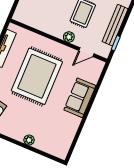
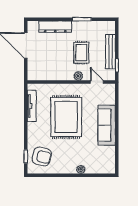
door: (86, 52) -> (97, 82), swing flipped
sofa: (80, 98) -> (107, 125), width x1.36

